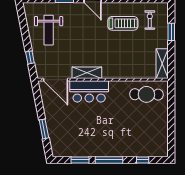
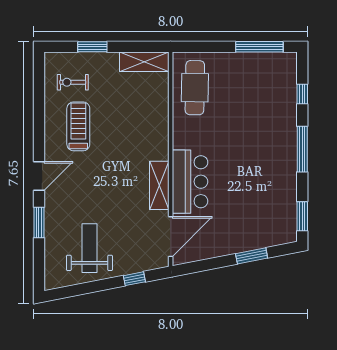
weight bench: (49, 30) -> (89, 248), turned -90
window: (171, 134) -> (259, 47), added
window: (80, 160) -> (302, 216), moved

